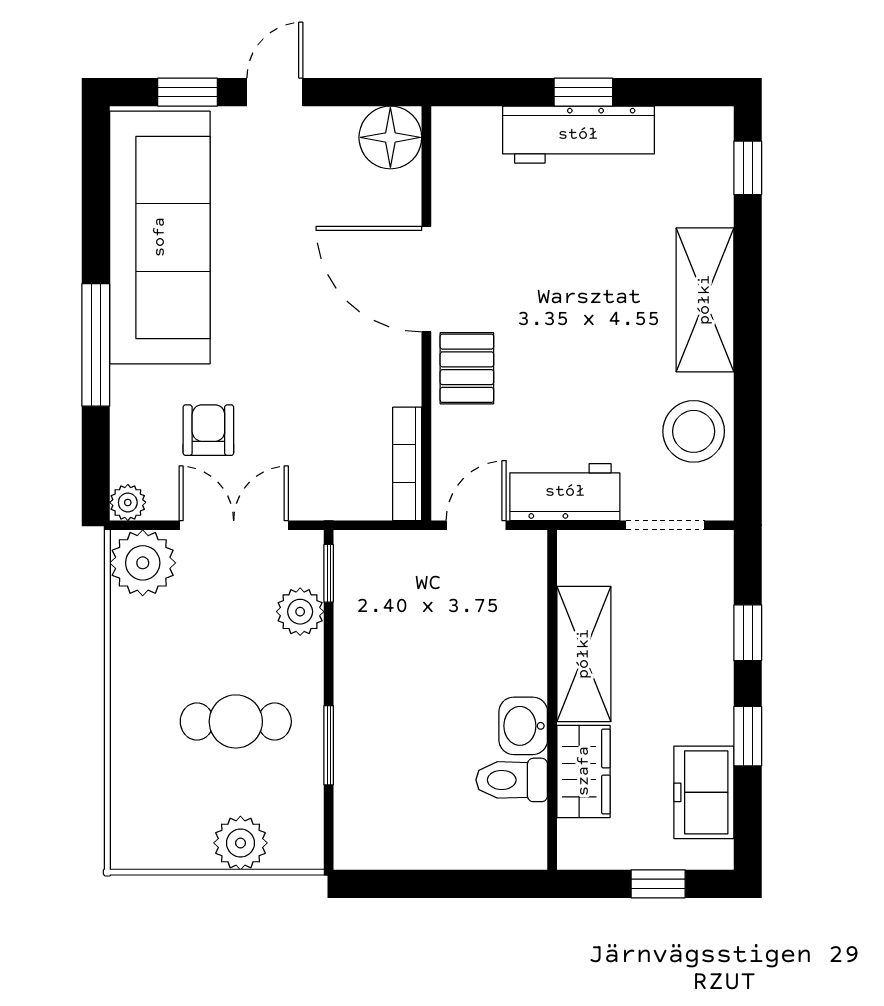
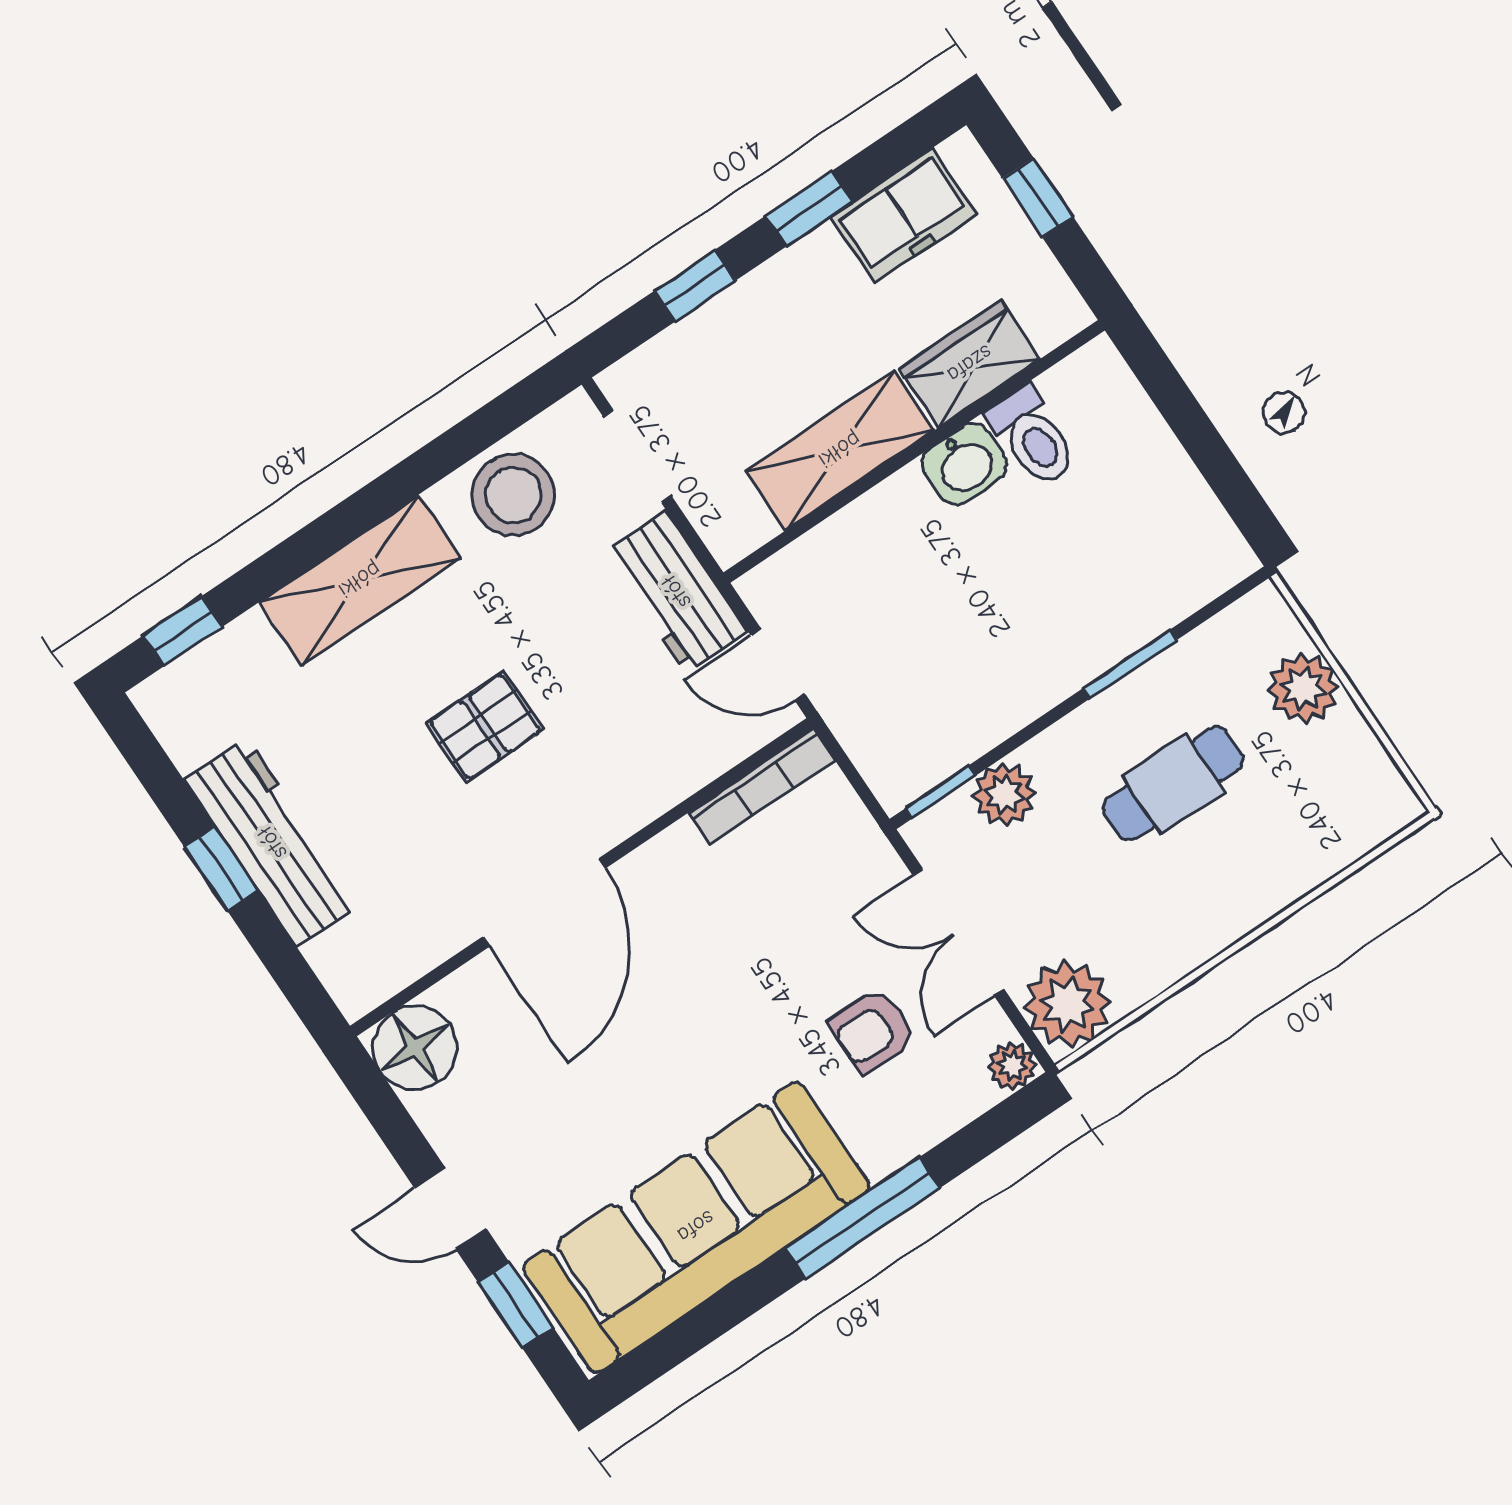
pallet: (467, 368) -> (485, 726), moved
cafe table: (236, 721) -> (1173, 784), turned 90

